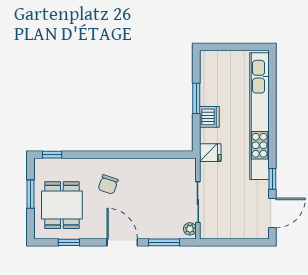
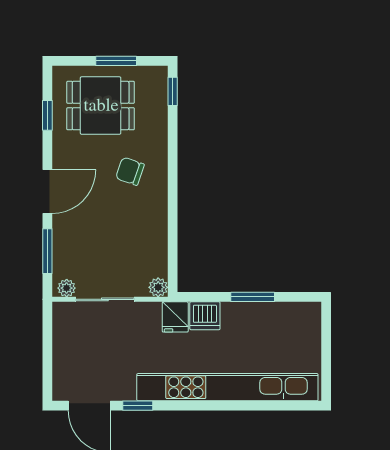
dishwasher: (209, 117) -> (205, 316), moved
plant: (189, 165) -> (158, 287), added

